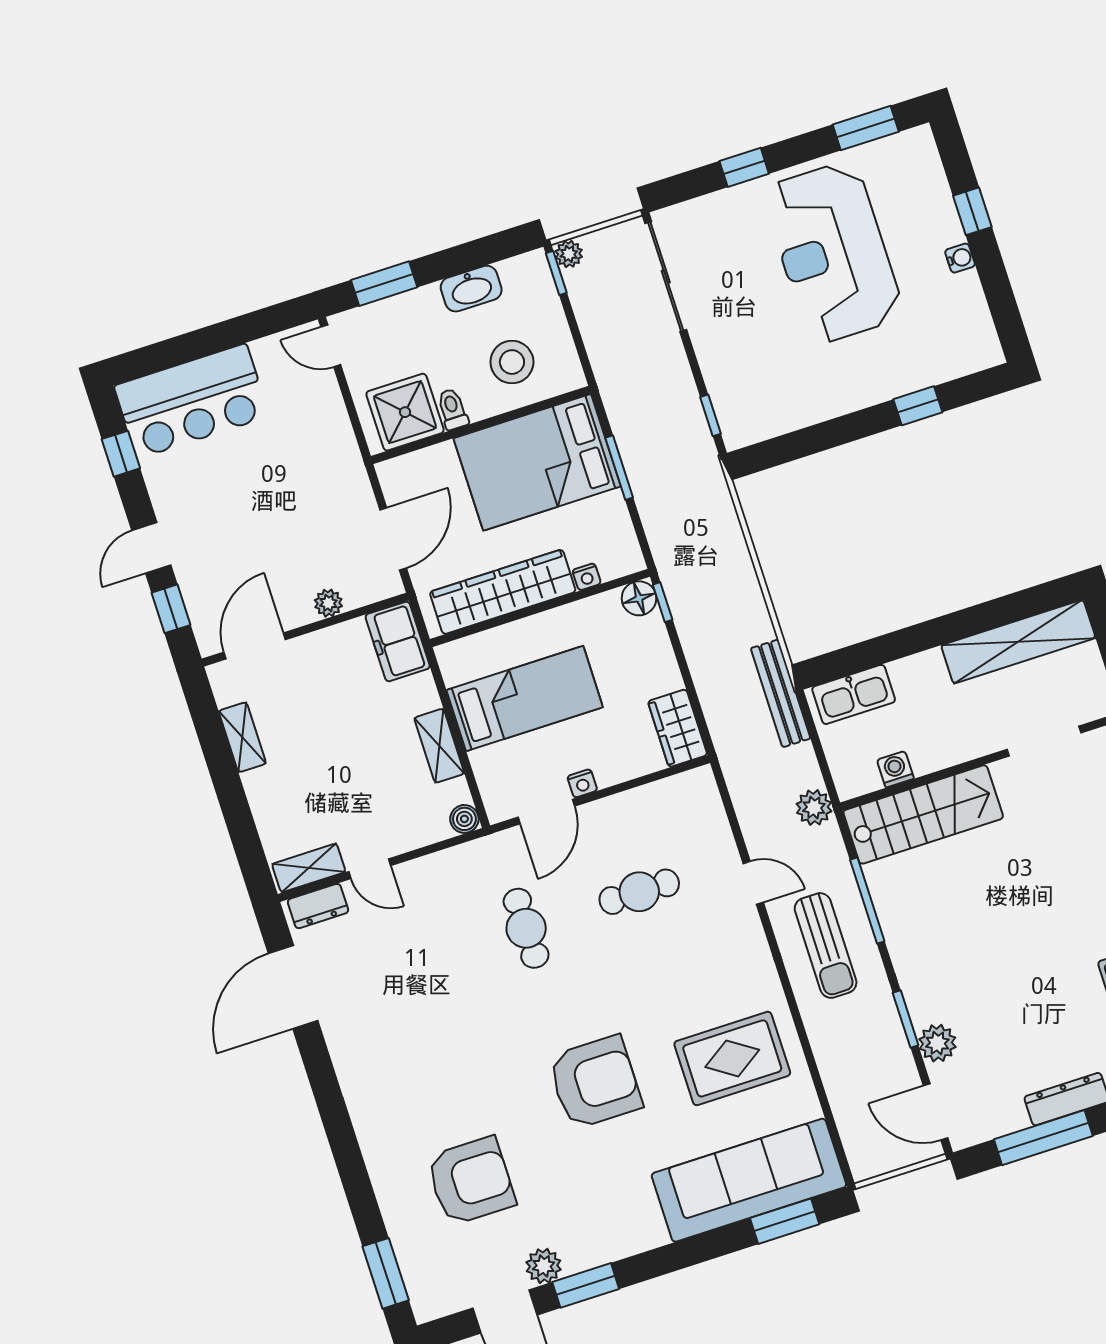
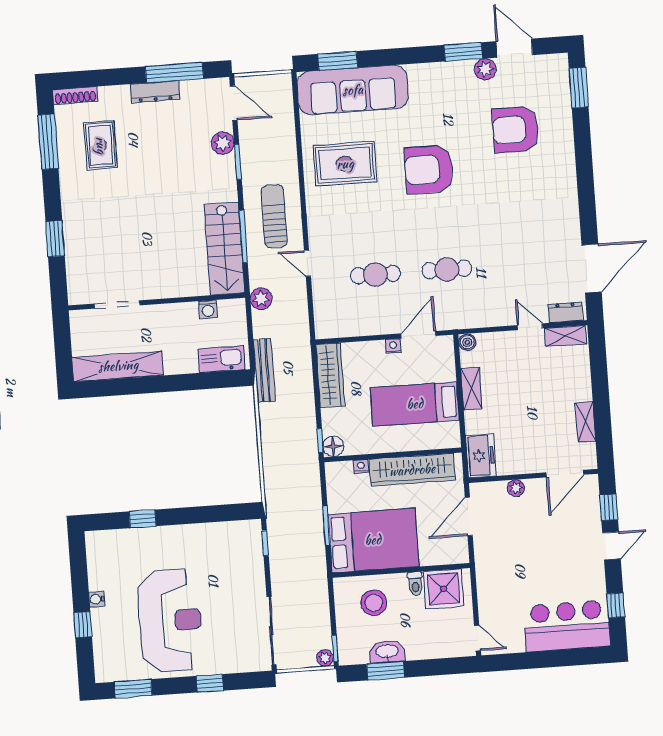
window: (384, 284) -> (386, 671), moved
wardrobe: (678, 728) -> (330, 375), width x1.50
stairs: (923, 814) -> (224, 249), moved, turned -90
cafe table: (526, 928) -> (447, 269), turned 90

